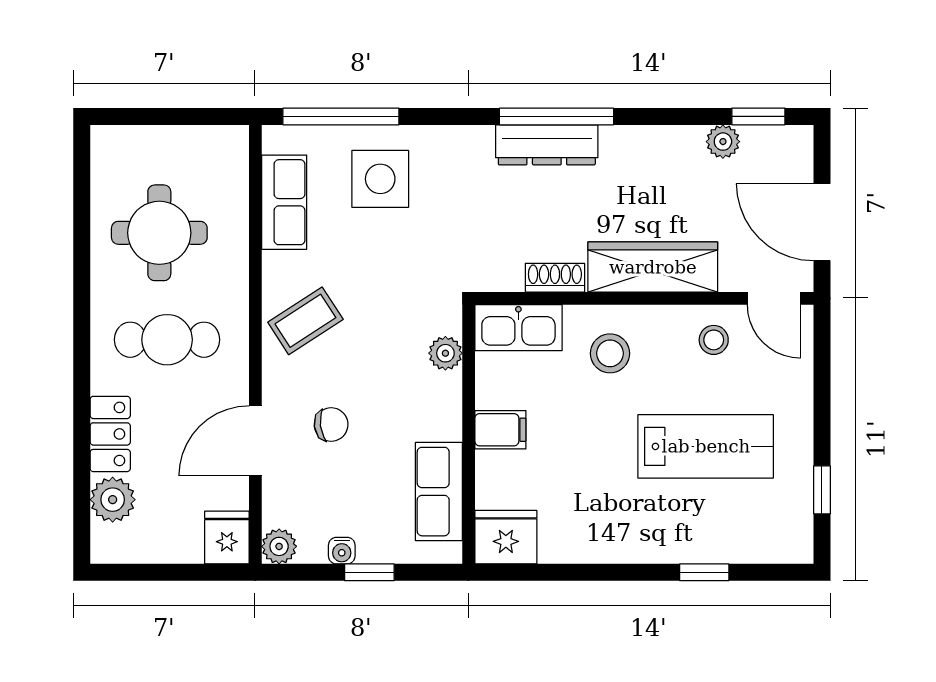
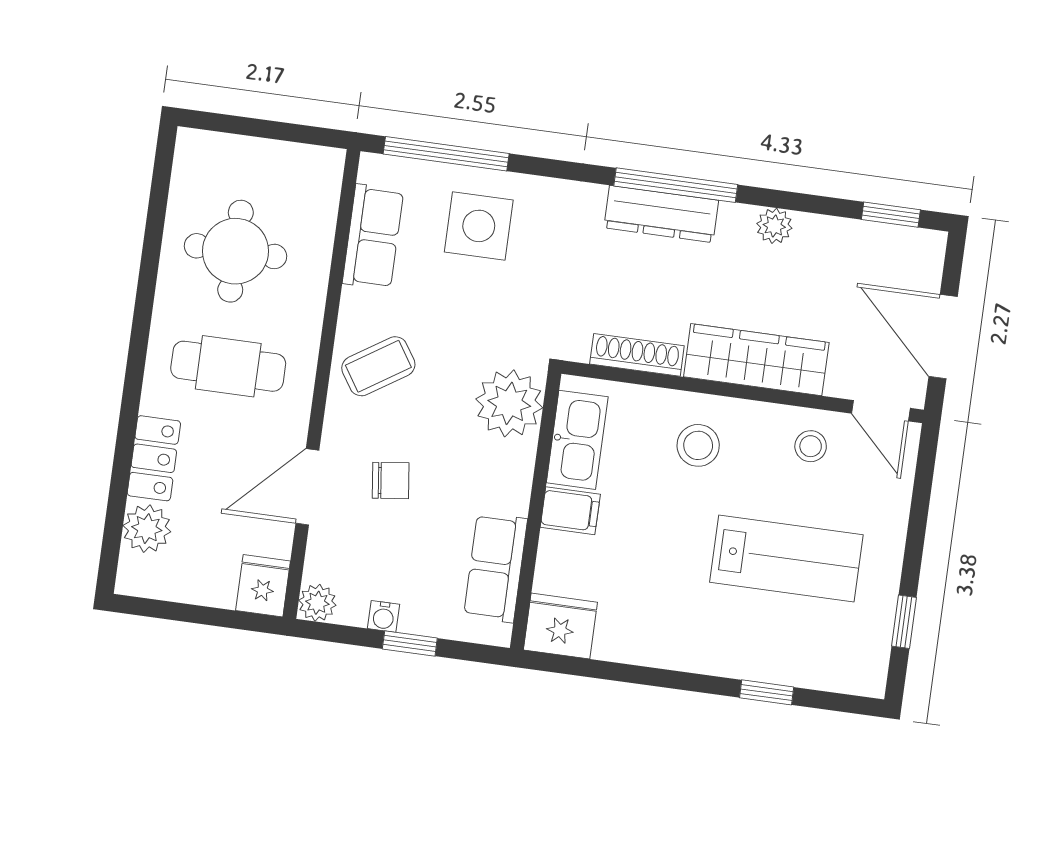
plant: (723, 142) -> (774, 226), moved
shoe rack: (555, 278) -> (637, 355), width x1.43
kitchen sink: (518, 328) -> (577, 440), moved, turned -90
plant: (445, 353) -> (509, 403), width x1.88, depth x1.88

